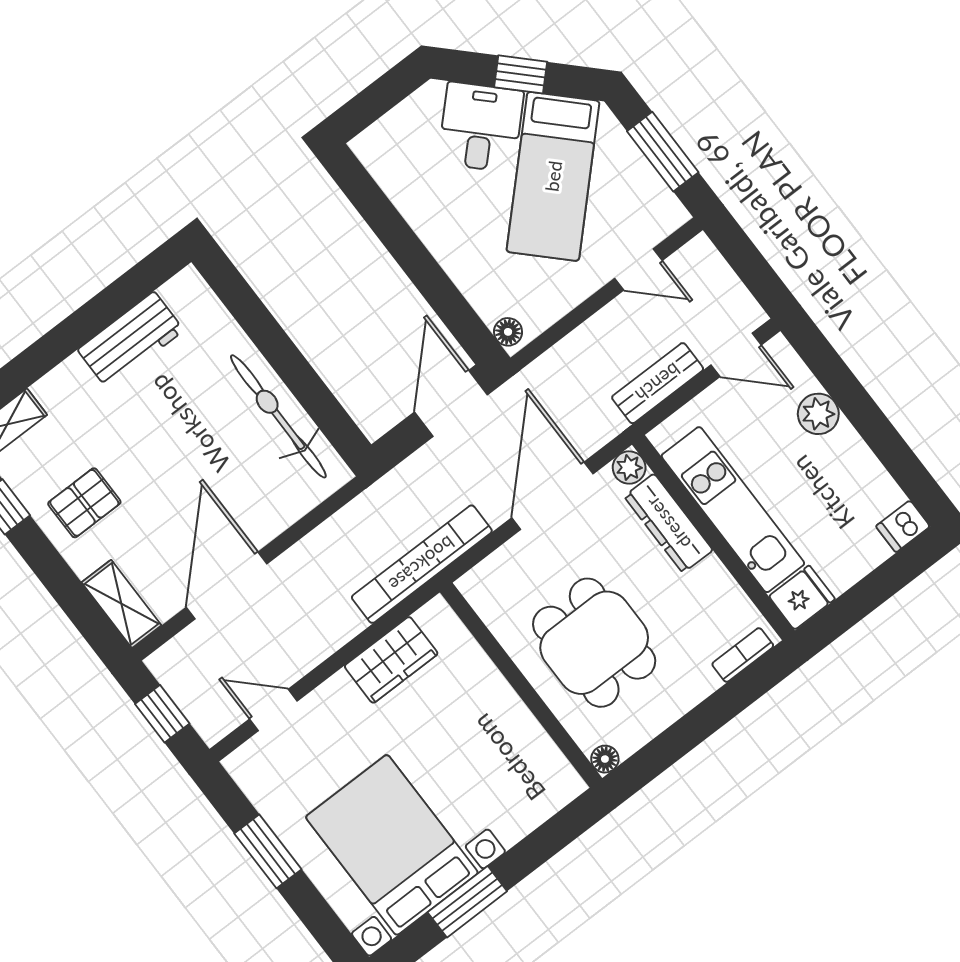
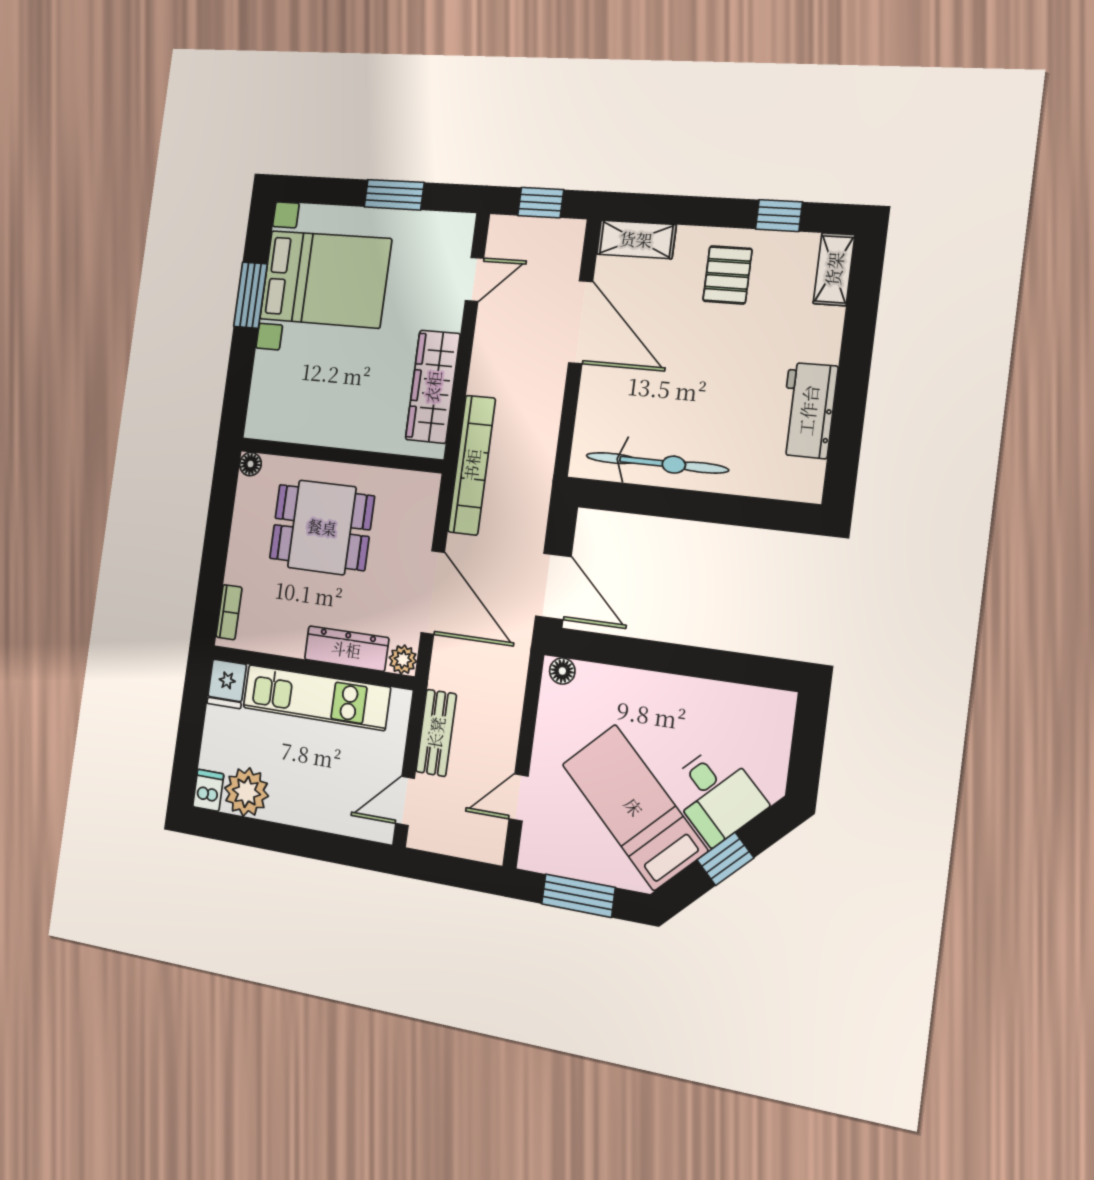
plant: (818, 414) -> (246, 792), moved, width x1.36, depth x1.36
wardrobe: (391, 660) -> (433, 387), width x1.50

